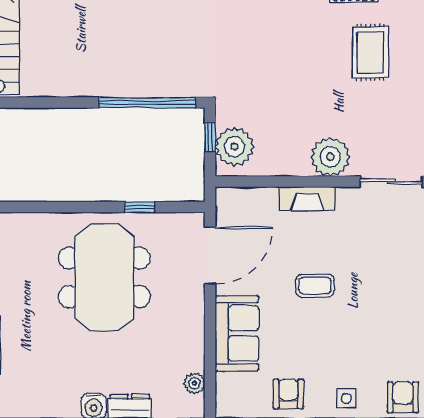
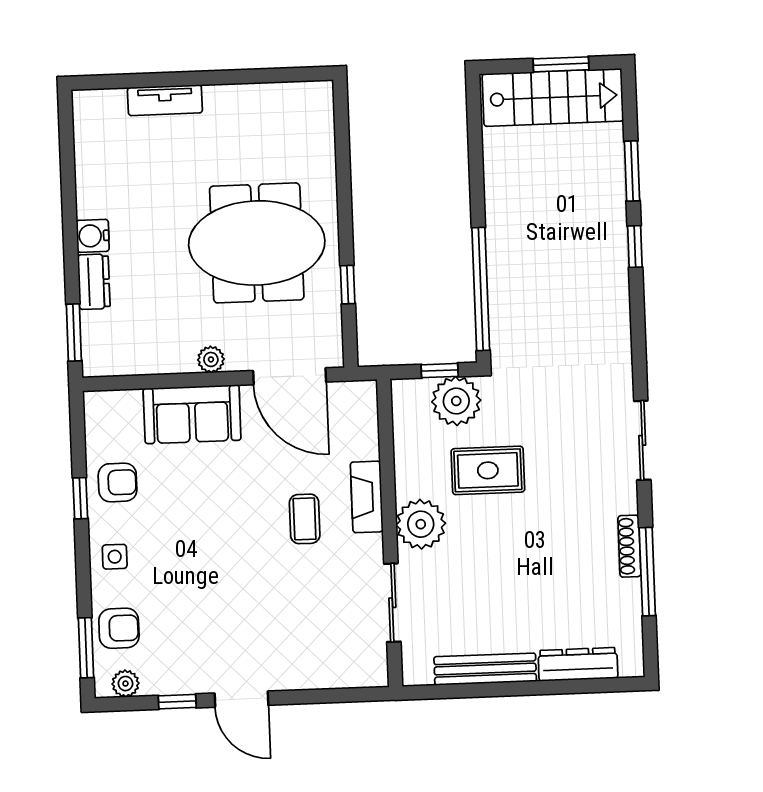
rug: (370, 52) -> (488, 470), moved
plant: (234, 147) -> (456, 401), moved
coffee table: (315, 286) -> (305, 519), moved
plant: (194, 383) -> (211, 359), moved

